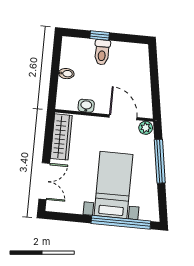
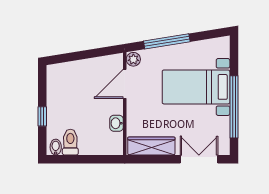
toilet: (102, 52) -> (70, 142), moved, turned -90
bidet: (66, 74) -> (56, 147), moved
window: (121, 222) -> (234, 107), moved

